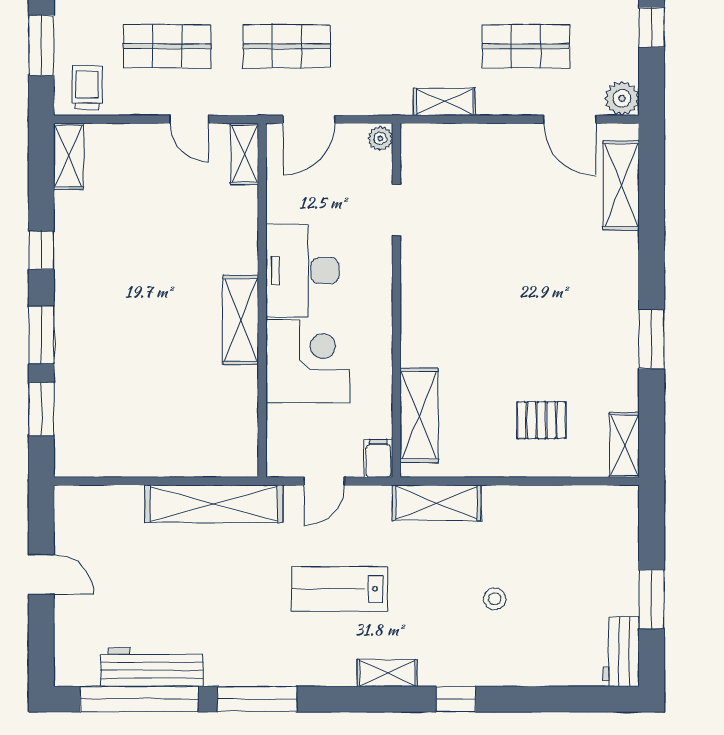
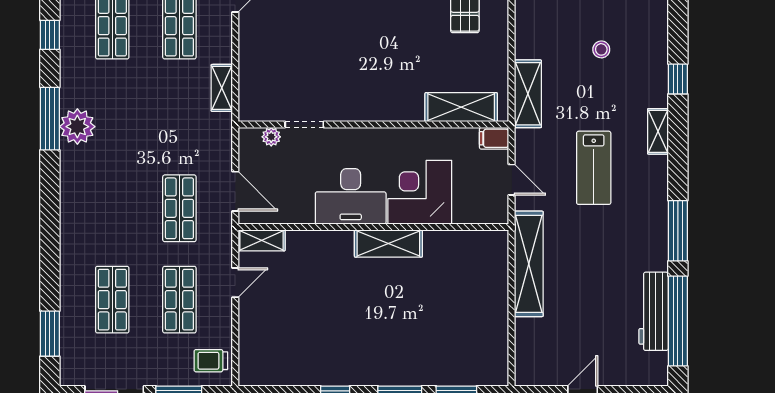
plant: (380, 138) -> (271, 137), moved
shelving: (69, 156) -> (263, 375), removed

